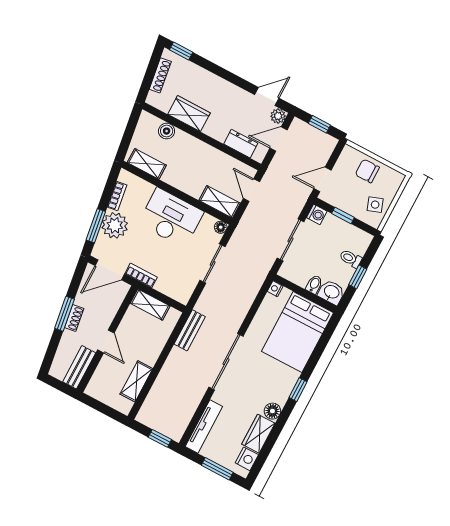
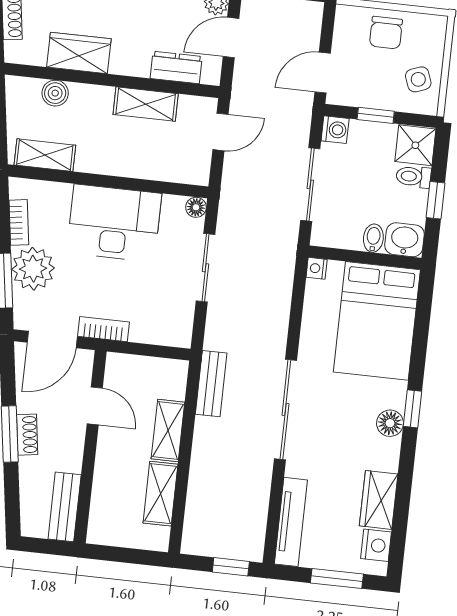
chair: (367, 171) -> (386, 33), turned -90
door: (251, 190) -> (221, 132), swing flipped
shelving: (220, 202) -> (146, 104), moved
shower: (359, 241) -> (415, 145), added
shelving: (150, 305) -> (168, 430), moved, turned 90
door: (106, 341) -> (95, 406), moved
floor lamp: (272, 411) -> (390, 423), moved

